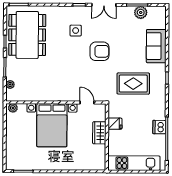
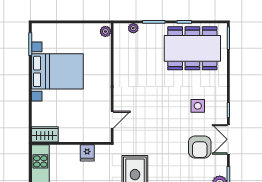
armchair: (100, 51) -> (200, 147), moved
bed with nightstands: (52, 125) -> (57, 71), moved, turned 180
wardrobe: (99, 133) -> (45, 134), moved

